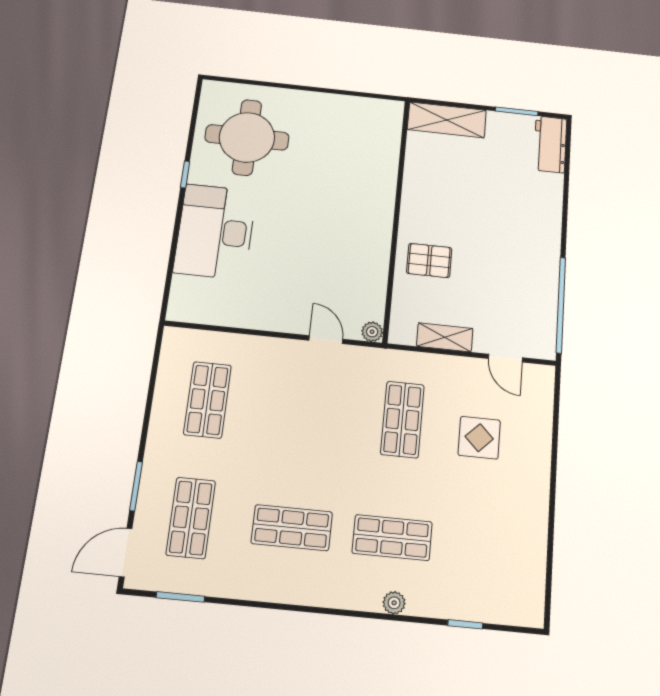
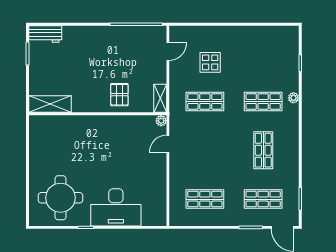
shelving: (447, 120) -> (50, 104), moved, turned 90
shelving: (445, 337) -> (160, 98), moved
shop shelf: (392, 538) -> (263, 101), turned 90

